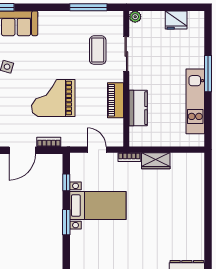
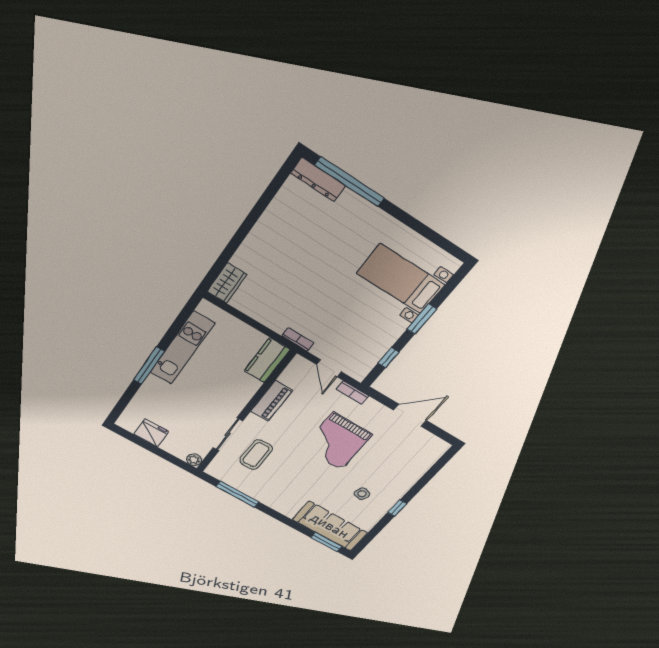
grand piano: (53, 98) -> (337, 441), turned 90
kitchen counter: (138, 108) -> (267, 360), moved
bookcase: (49, 142) -> (352, 393), moved
wardrobe: (156, 161) -> (227, 283), moved, turned 90
bed with nightstands: (98, 206) -> (401, 279), moved

